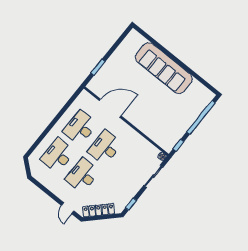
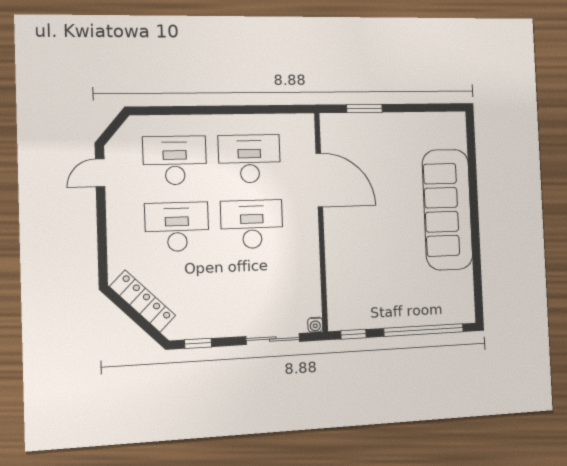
door: (68, 208) -> (100, 173), moved

